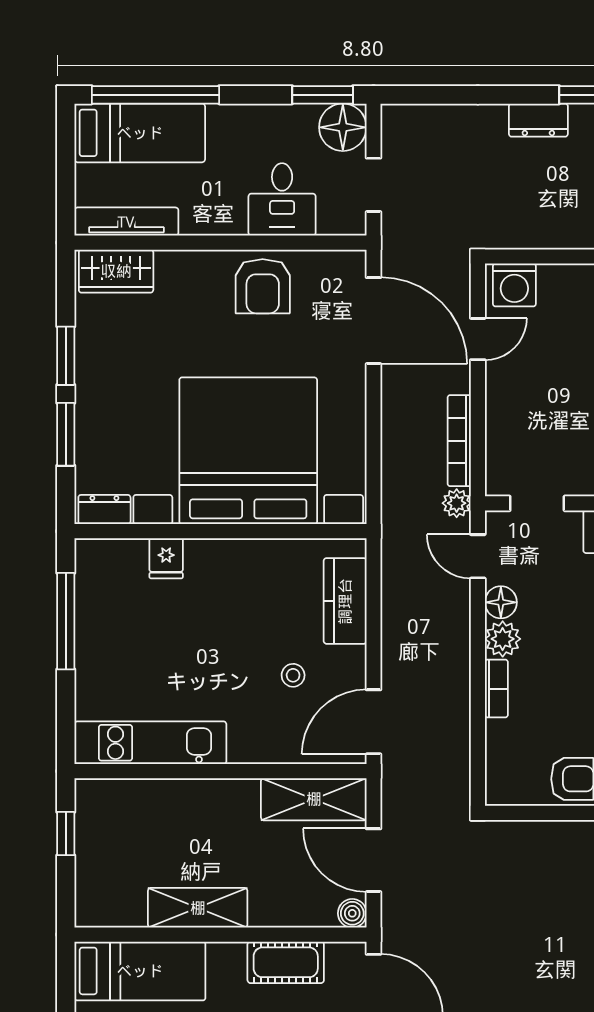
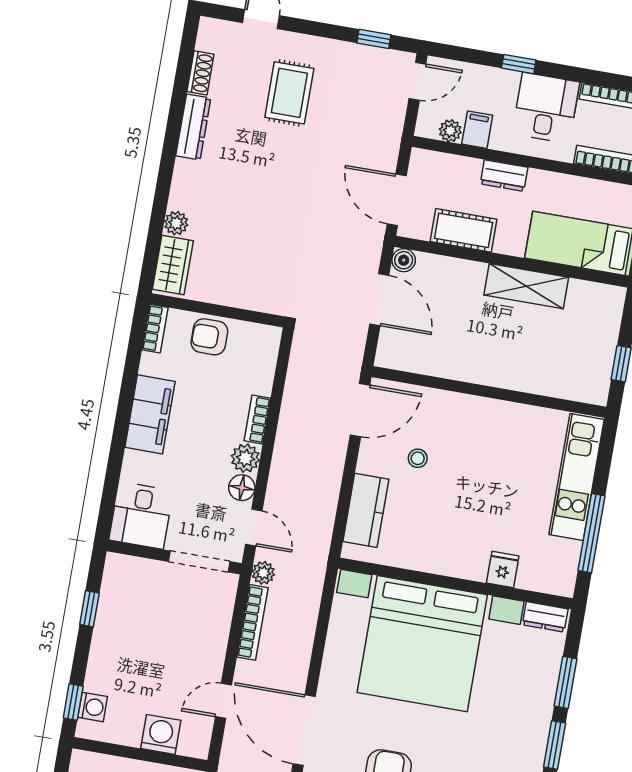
washing machine: (514, 285) -> (161, 734), moved
doorway: (537, 503) -> (199, 562), width x1.38
kitchen unit: (150, 743) -> (577, 477), moved, turned 90
shelving: (314, 799) -> (418, 357), removed

